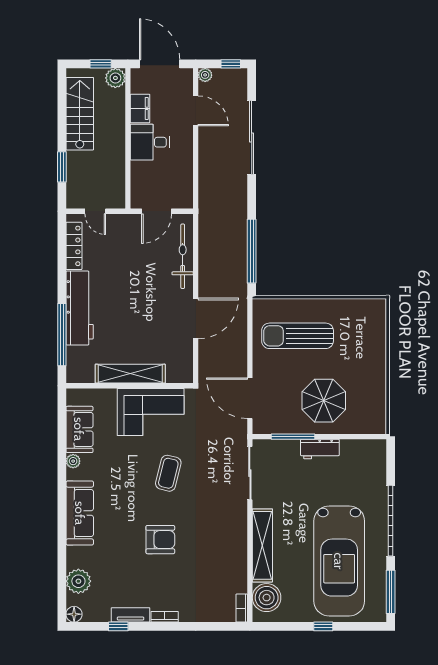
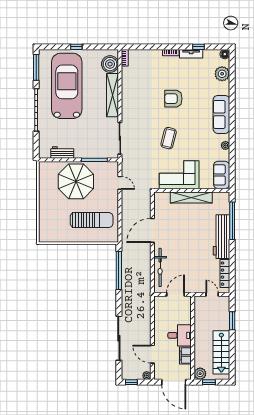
door: (250, 398) -> (120, 183), width x0.53
parasol: (324, 401) -> (76, 181), width x1.36, depth x1.36
sofa: (79, 429) -> (222, 175), moved
workbench: (320, 449) -> (62, 153), moved

